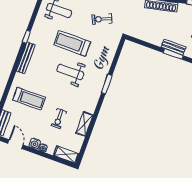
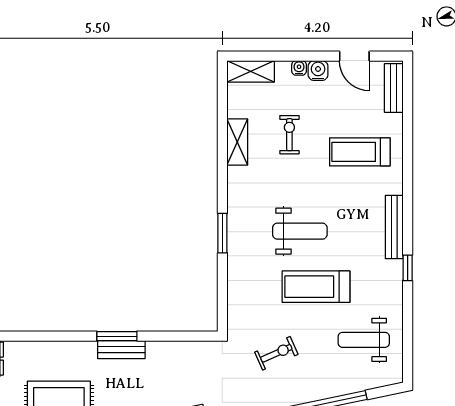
treadmill: (72, 43) -> (316, 287), turned 180

